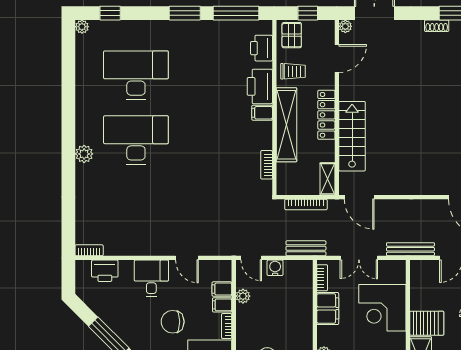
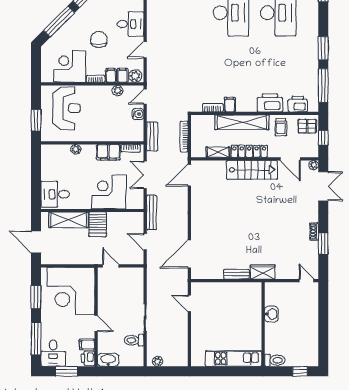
filing cabinet: (262, 113) -> (230, 105), moved
stairs: (352, 136) -> (252, 170), moved
shelving: (328, 179) -> (218, 152), moved
plant: (223, 271) -> (135, 76), added

